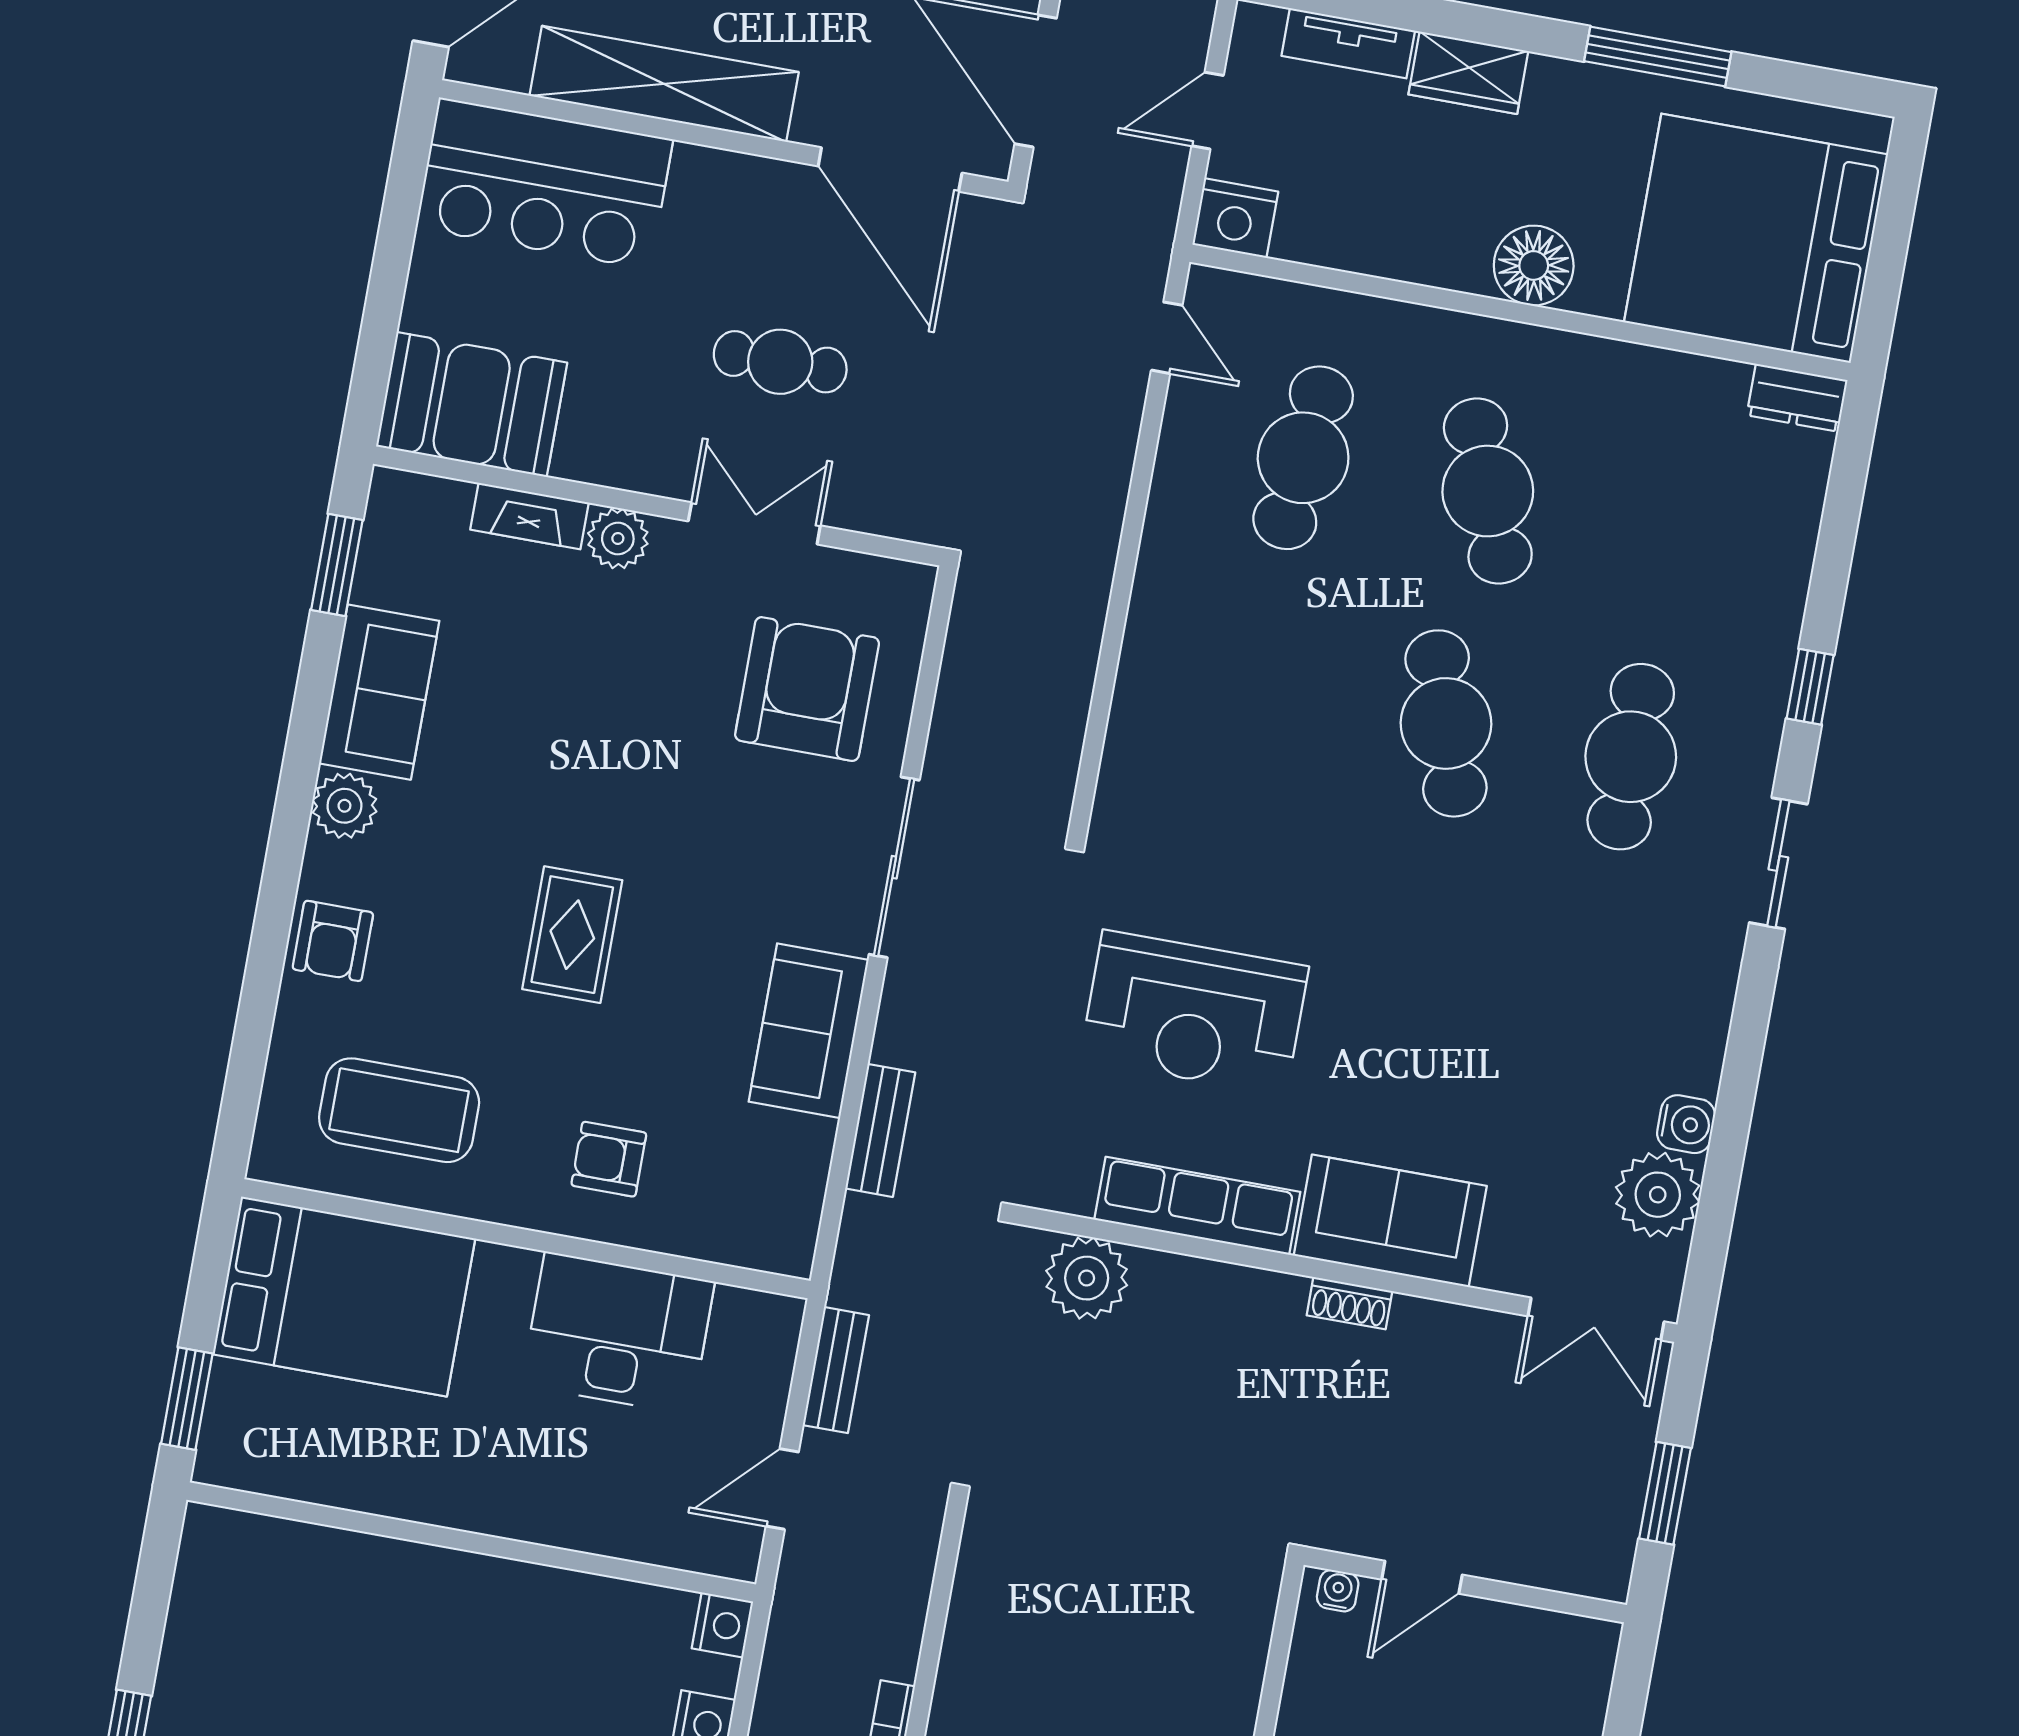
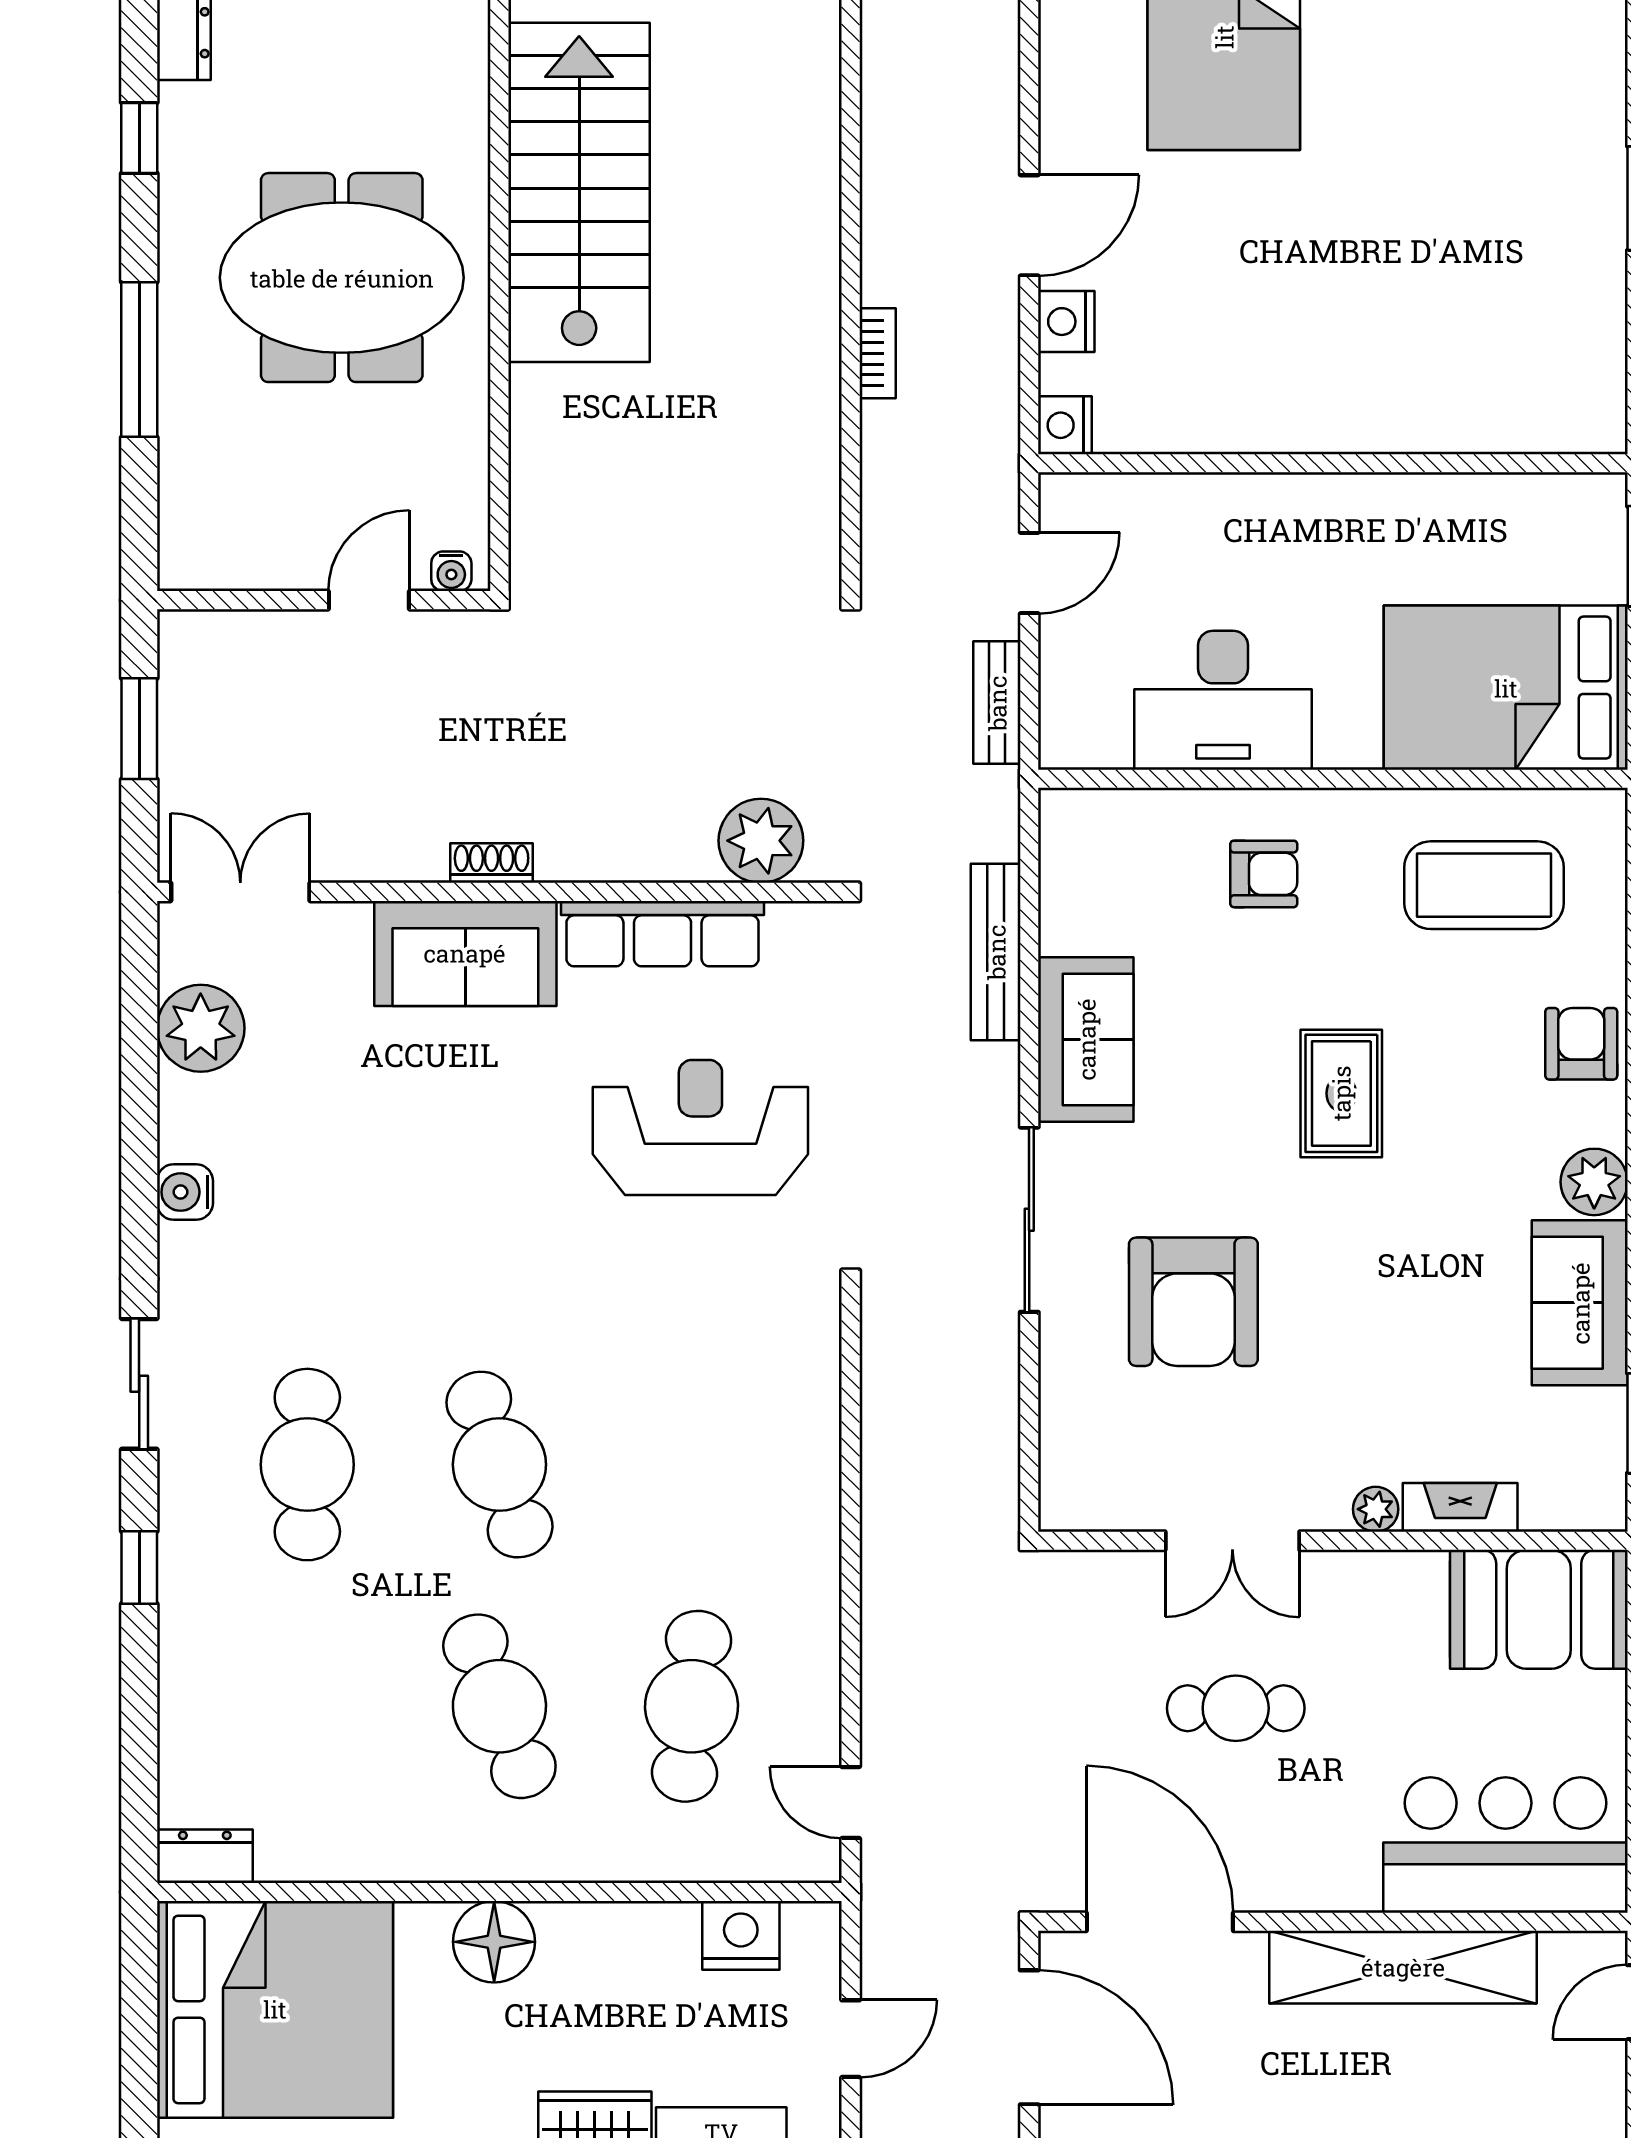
nightstand: (1235, 218) -> (741, 1935), moved
plant: (618, 538) -> (1376, 1509), width x0.73, depth x0.73
armchair: (807, 689) -> (1193, 1302), moved
water cooler: (1686, 1124) -> (185, 1192), moved
bench: (880, 1130) -> (996, 952), width x1.36

